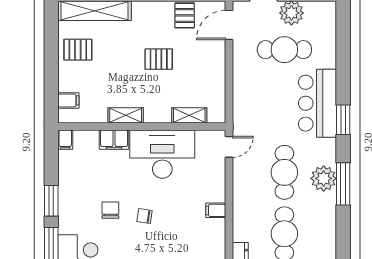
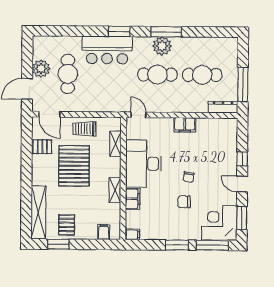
window: (51, 38) -> (58, 244), added
pallet: (159, 59) -> (74, 166), width x2.05, depth x2.00
trolley: (209, 73) -> (84, 129), added
filing cabinet: (216, 210) -> (185, 125), width x2.00

